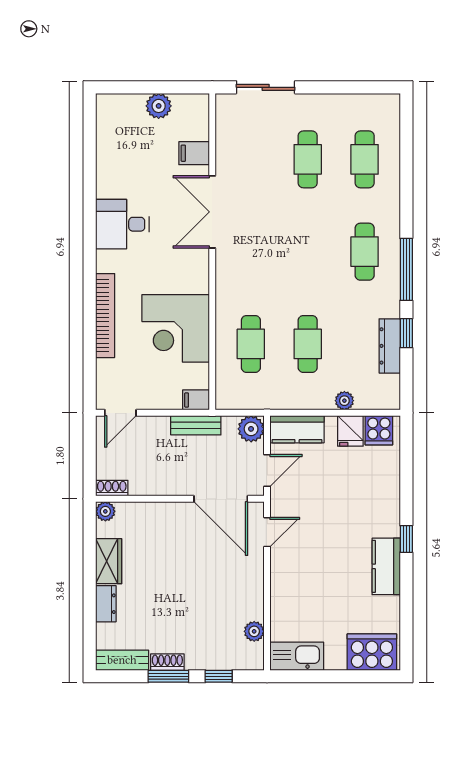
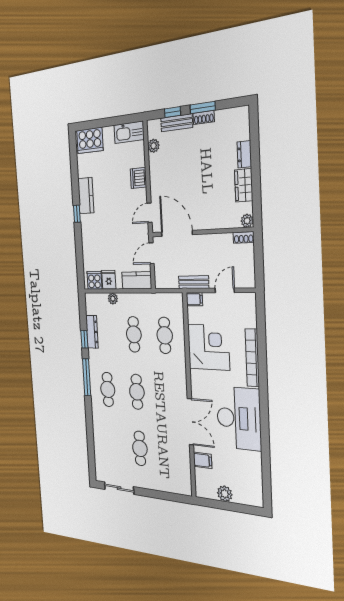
sliding door: (266, 87) -> (119, 488), moved
cafe table: (365, 159) -> (137, 392), moved
desk: (122, 224) -> (239, 418), width x1.87, depth x1.30
door: (120, 413) -> (225, 290), moved
plant: (251, 429) -> (162, 280), removed
dishwasher: (284, 586) -> (138, 178), added
bench: (122, 660) -> (177, 123), moved

